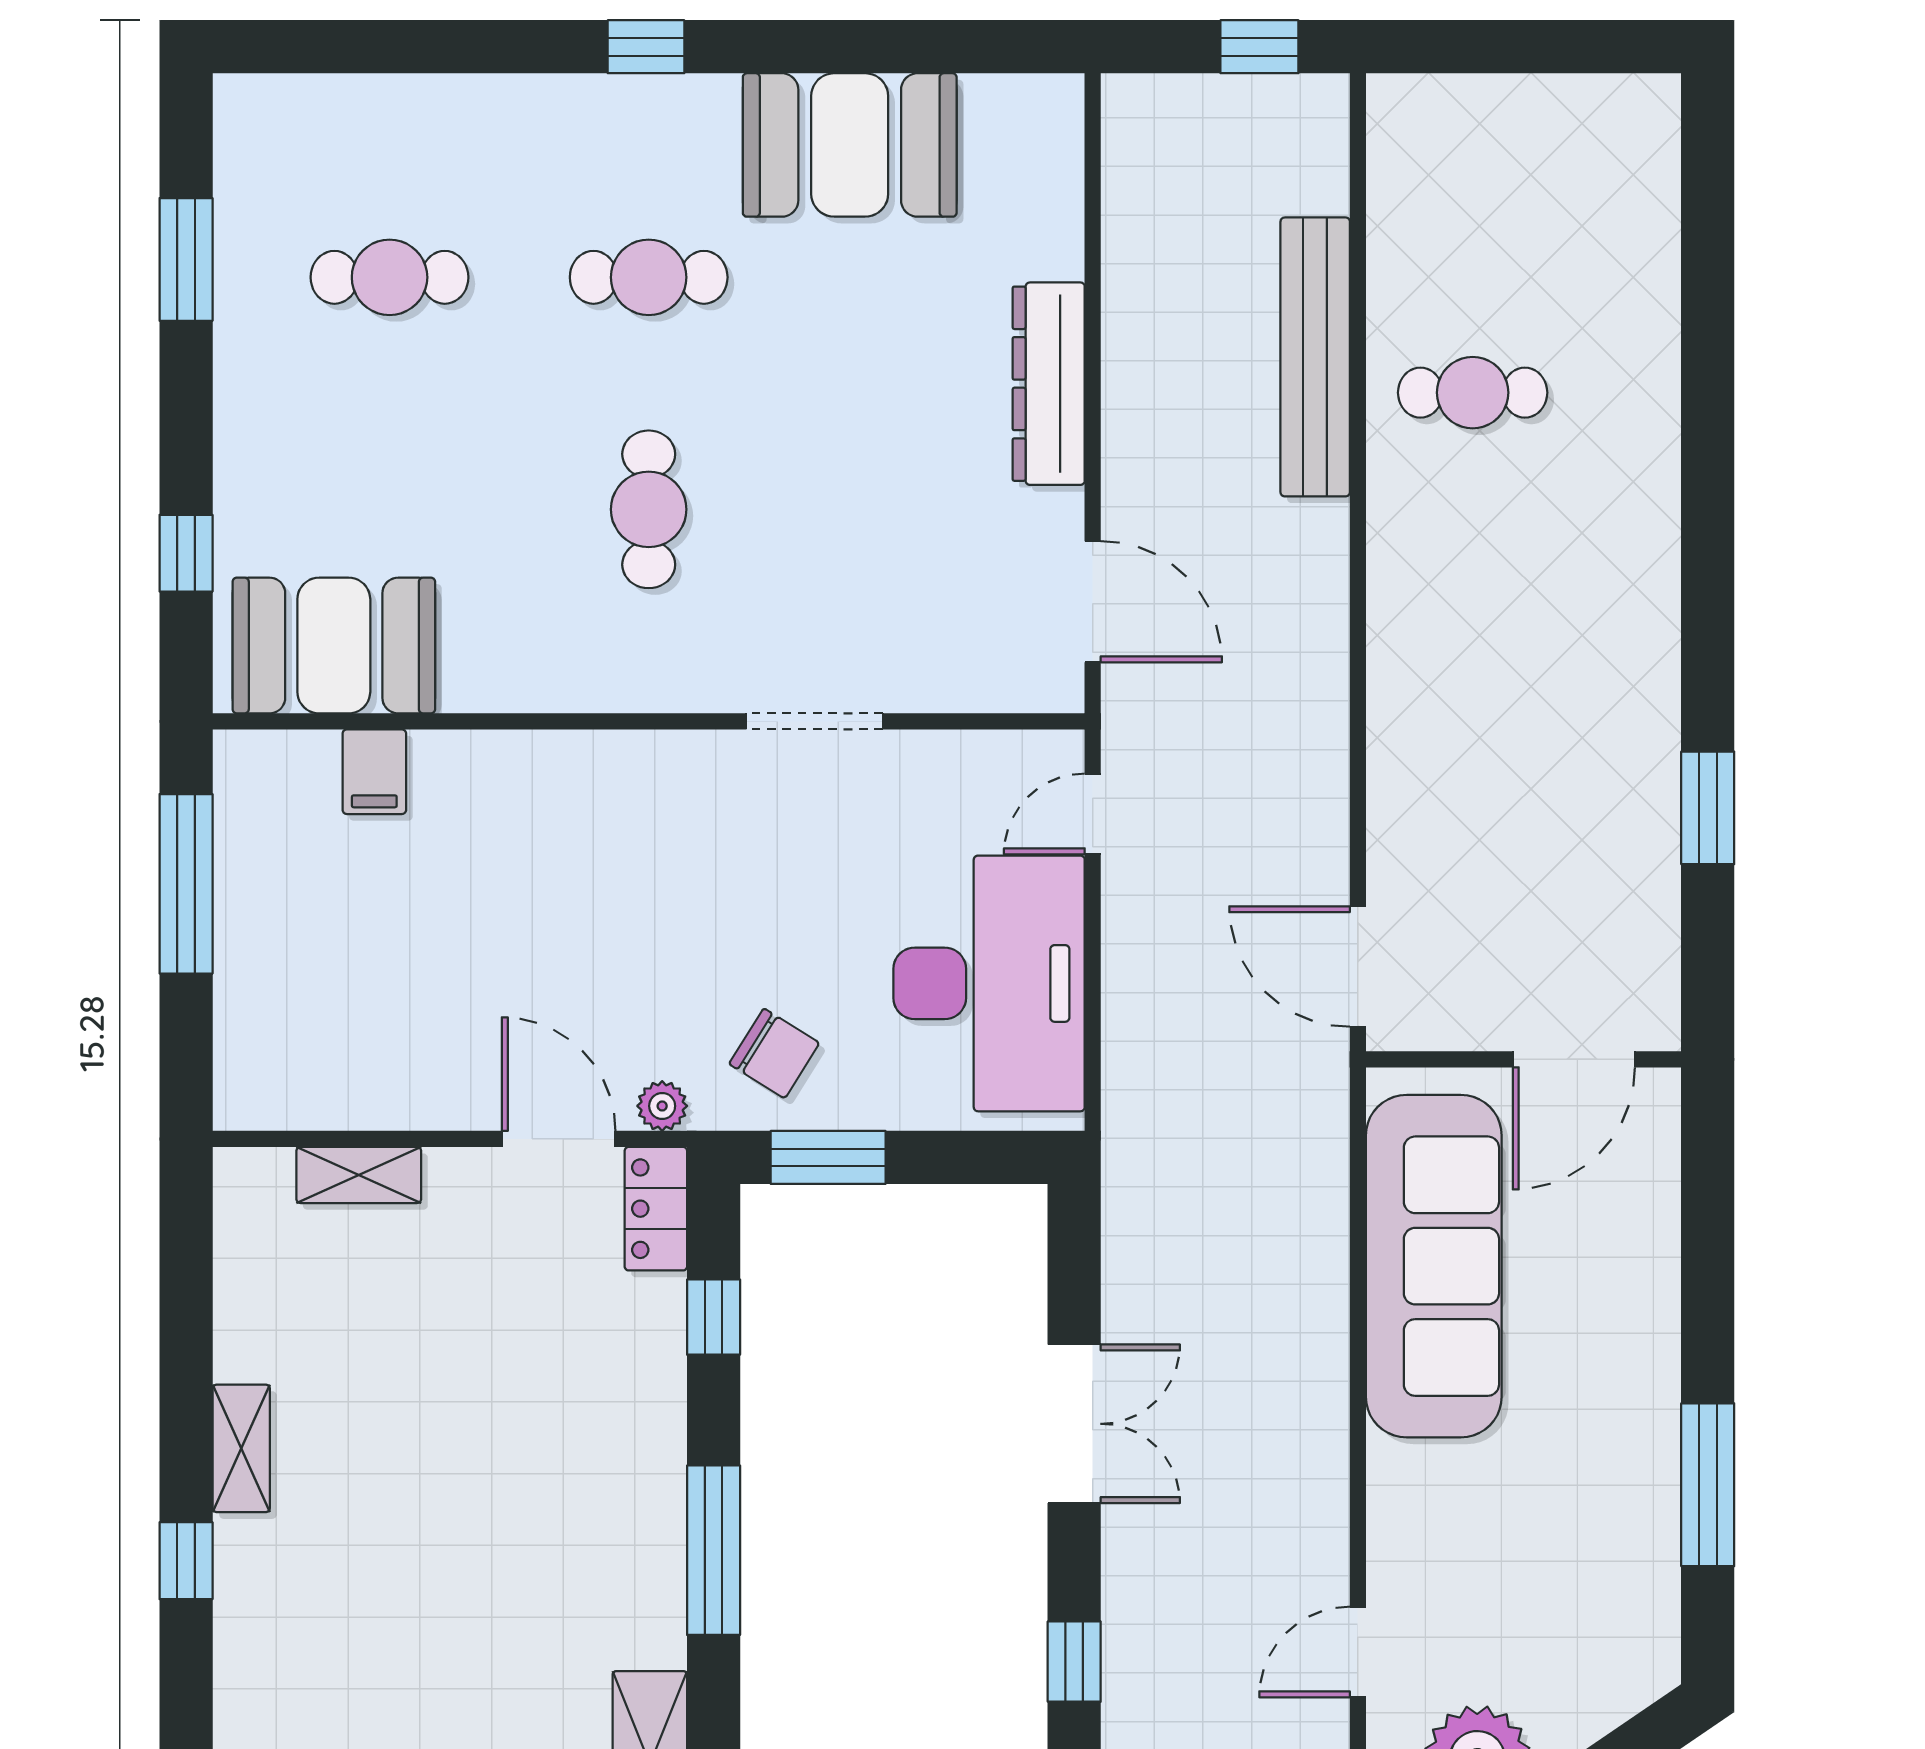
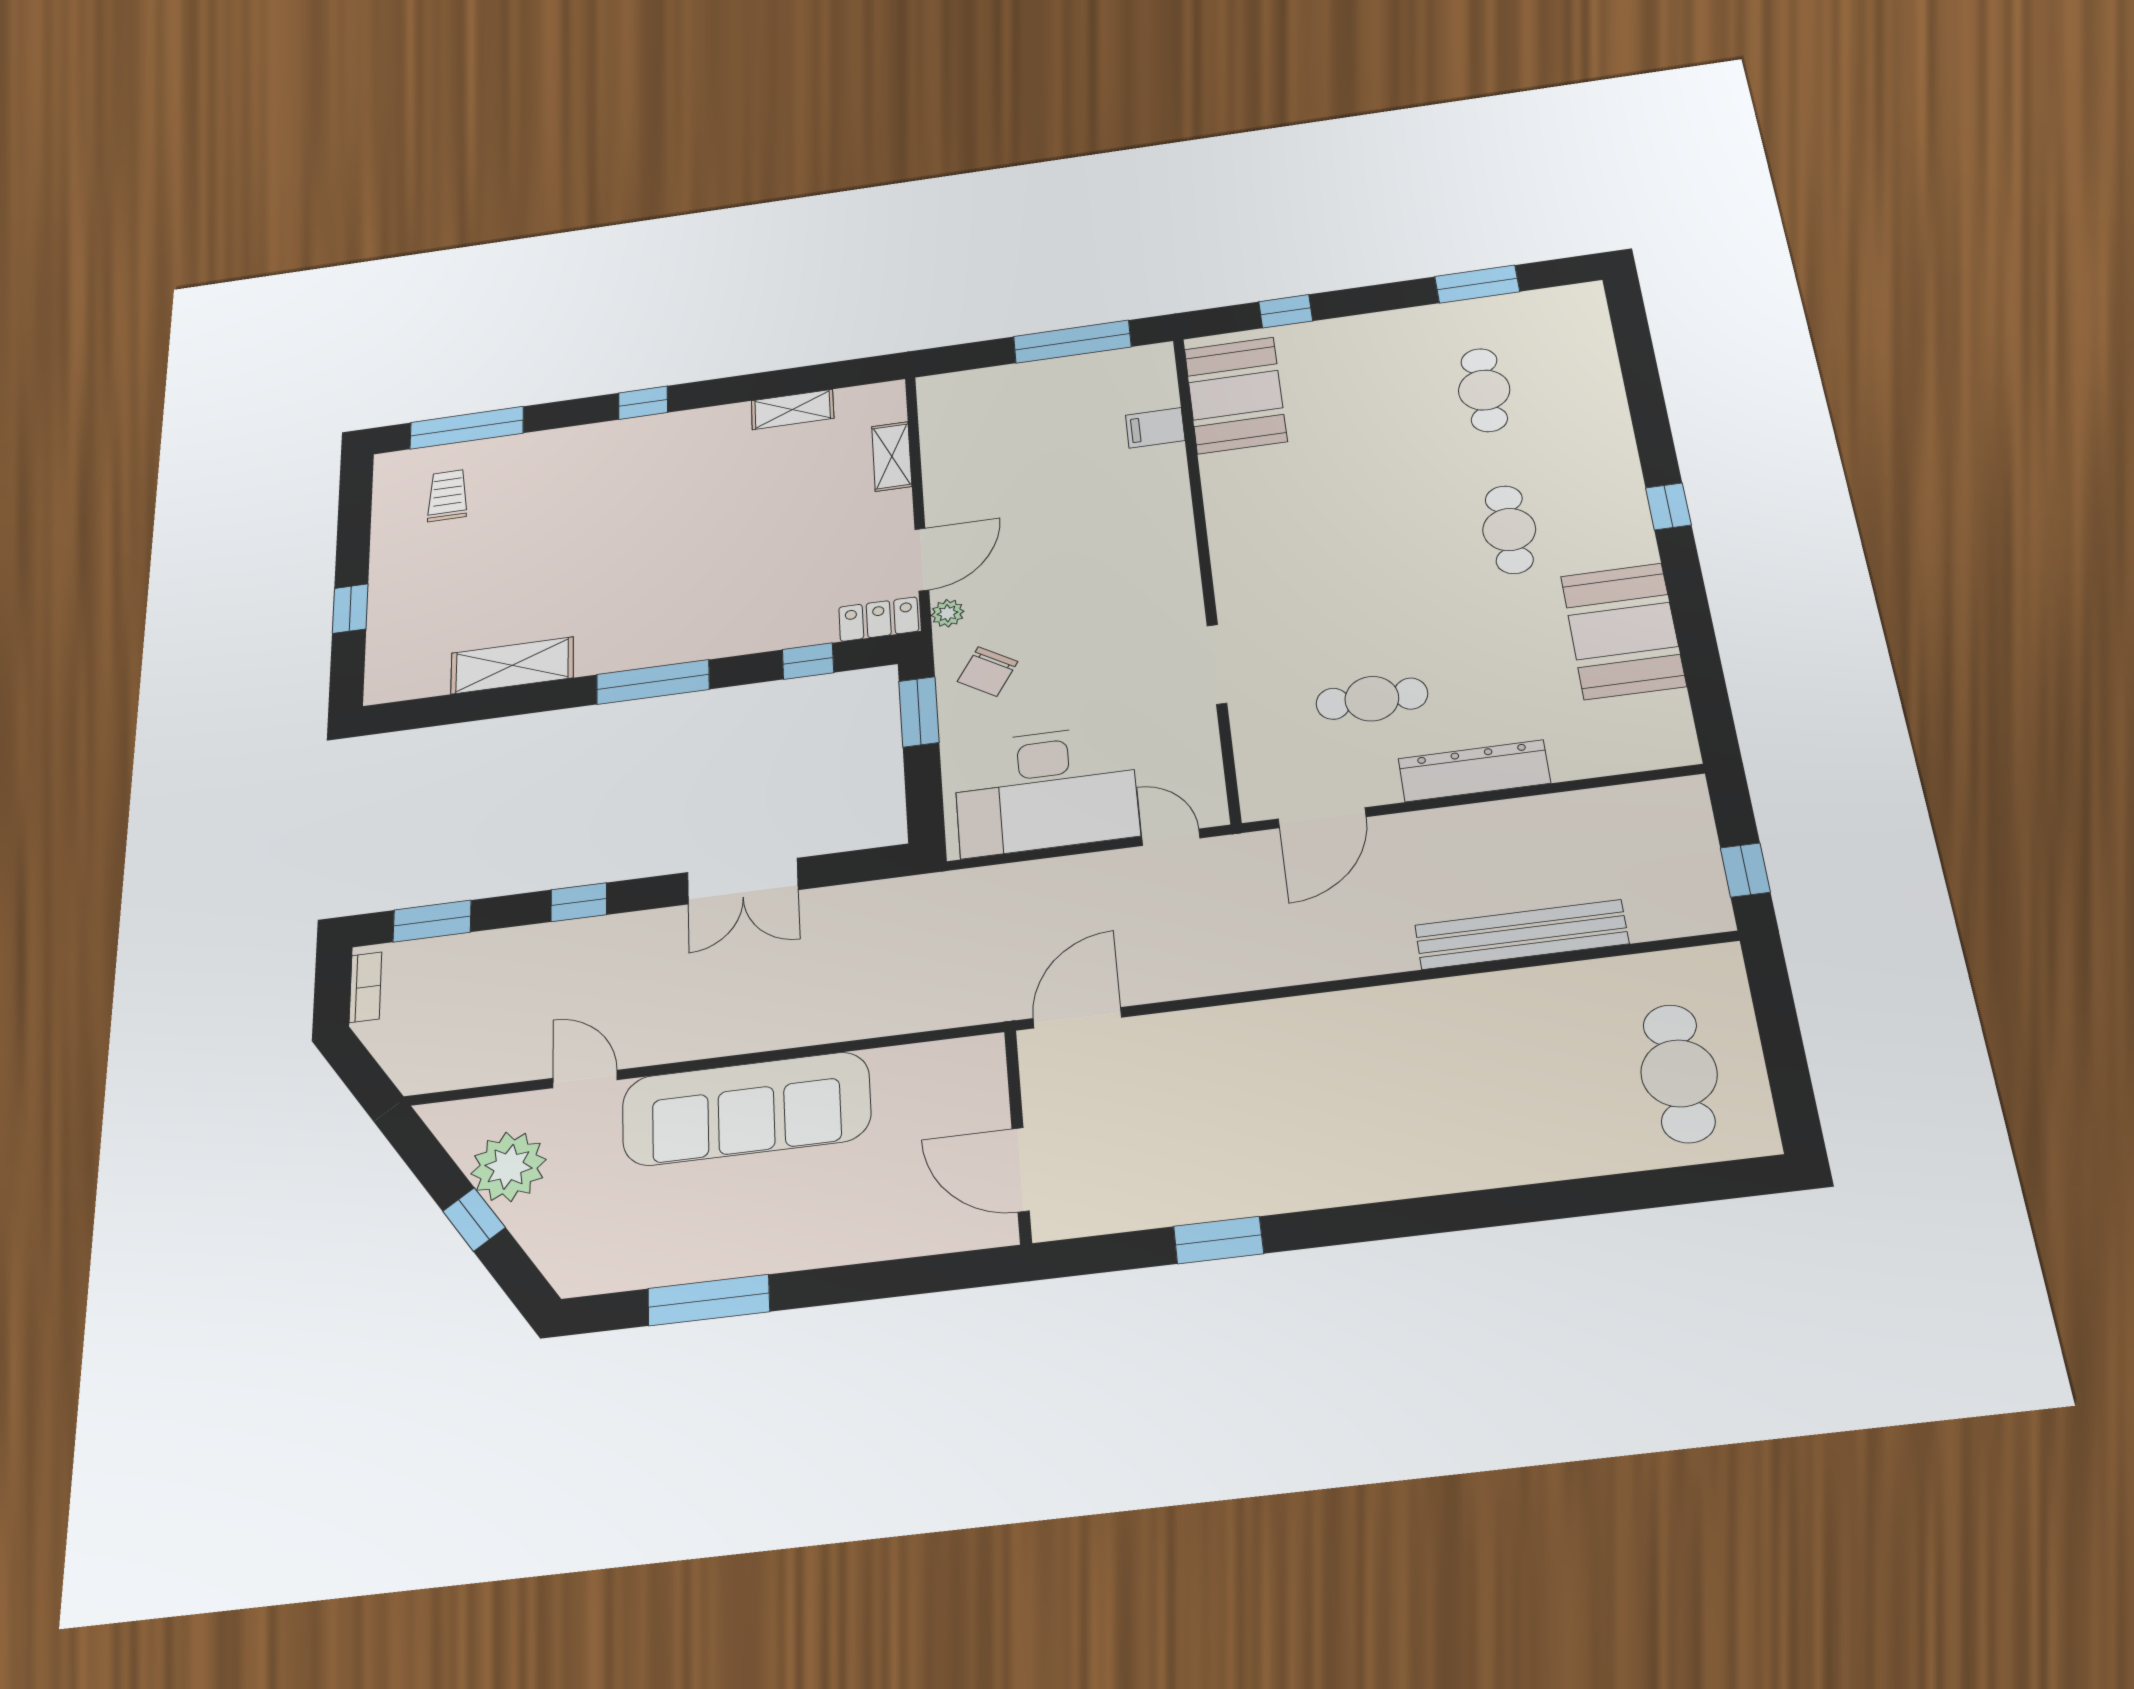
cafe table: (1473, 393) -> (1679, 1073), moved, width x1.37, depth x1.35
cafe table: (649, 509) -> (1372, 699), moved
sofa: (1434, 1266) -> (746, 1109), moved
shelving: (241, 1448) -> (793, 410), moved

